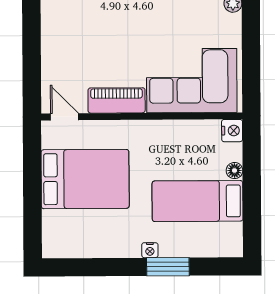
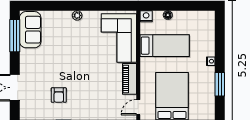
bed: (198, 201) -> (165, 46), moved, turned -90
window: (168, 267) -> (220, 84), moved

